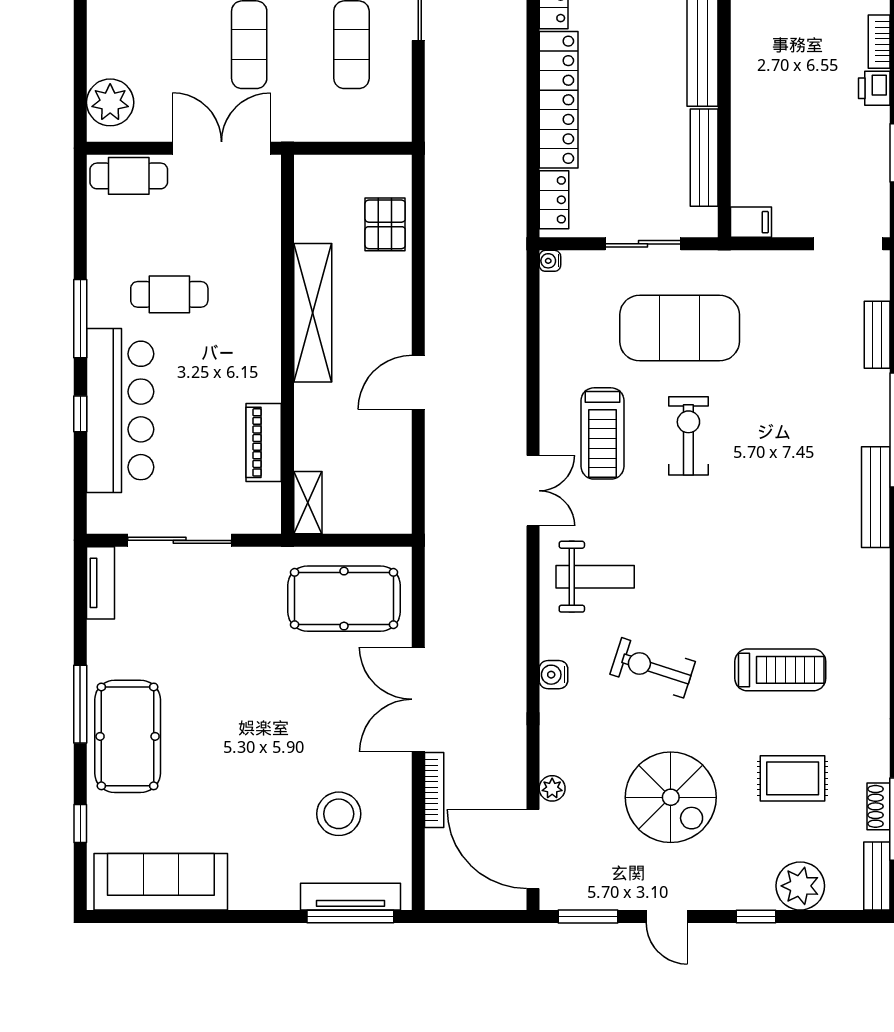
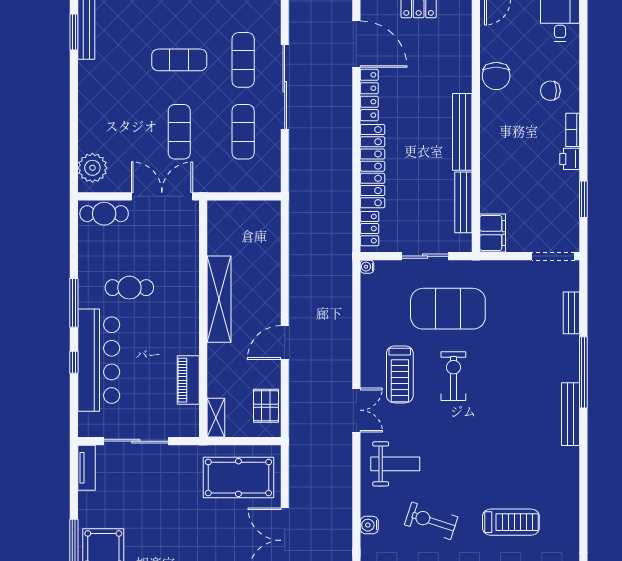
filing cabinet: (751, 222) -> (493, 233), width x2.00
pallet: (385, 224) -> (266, 406), moved

